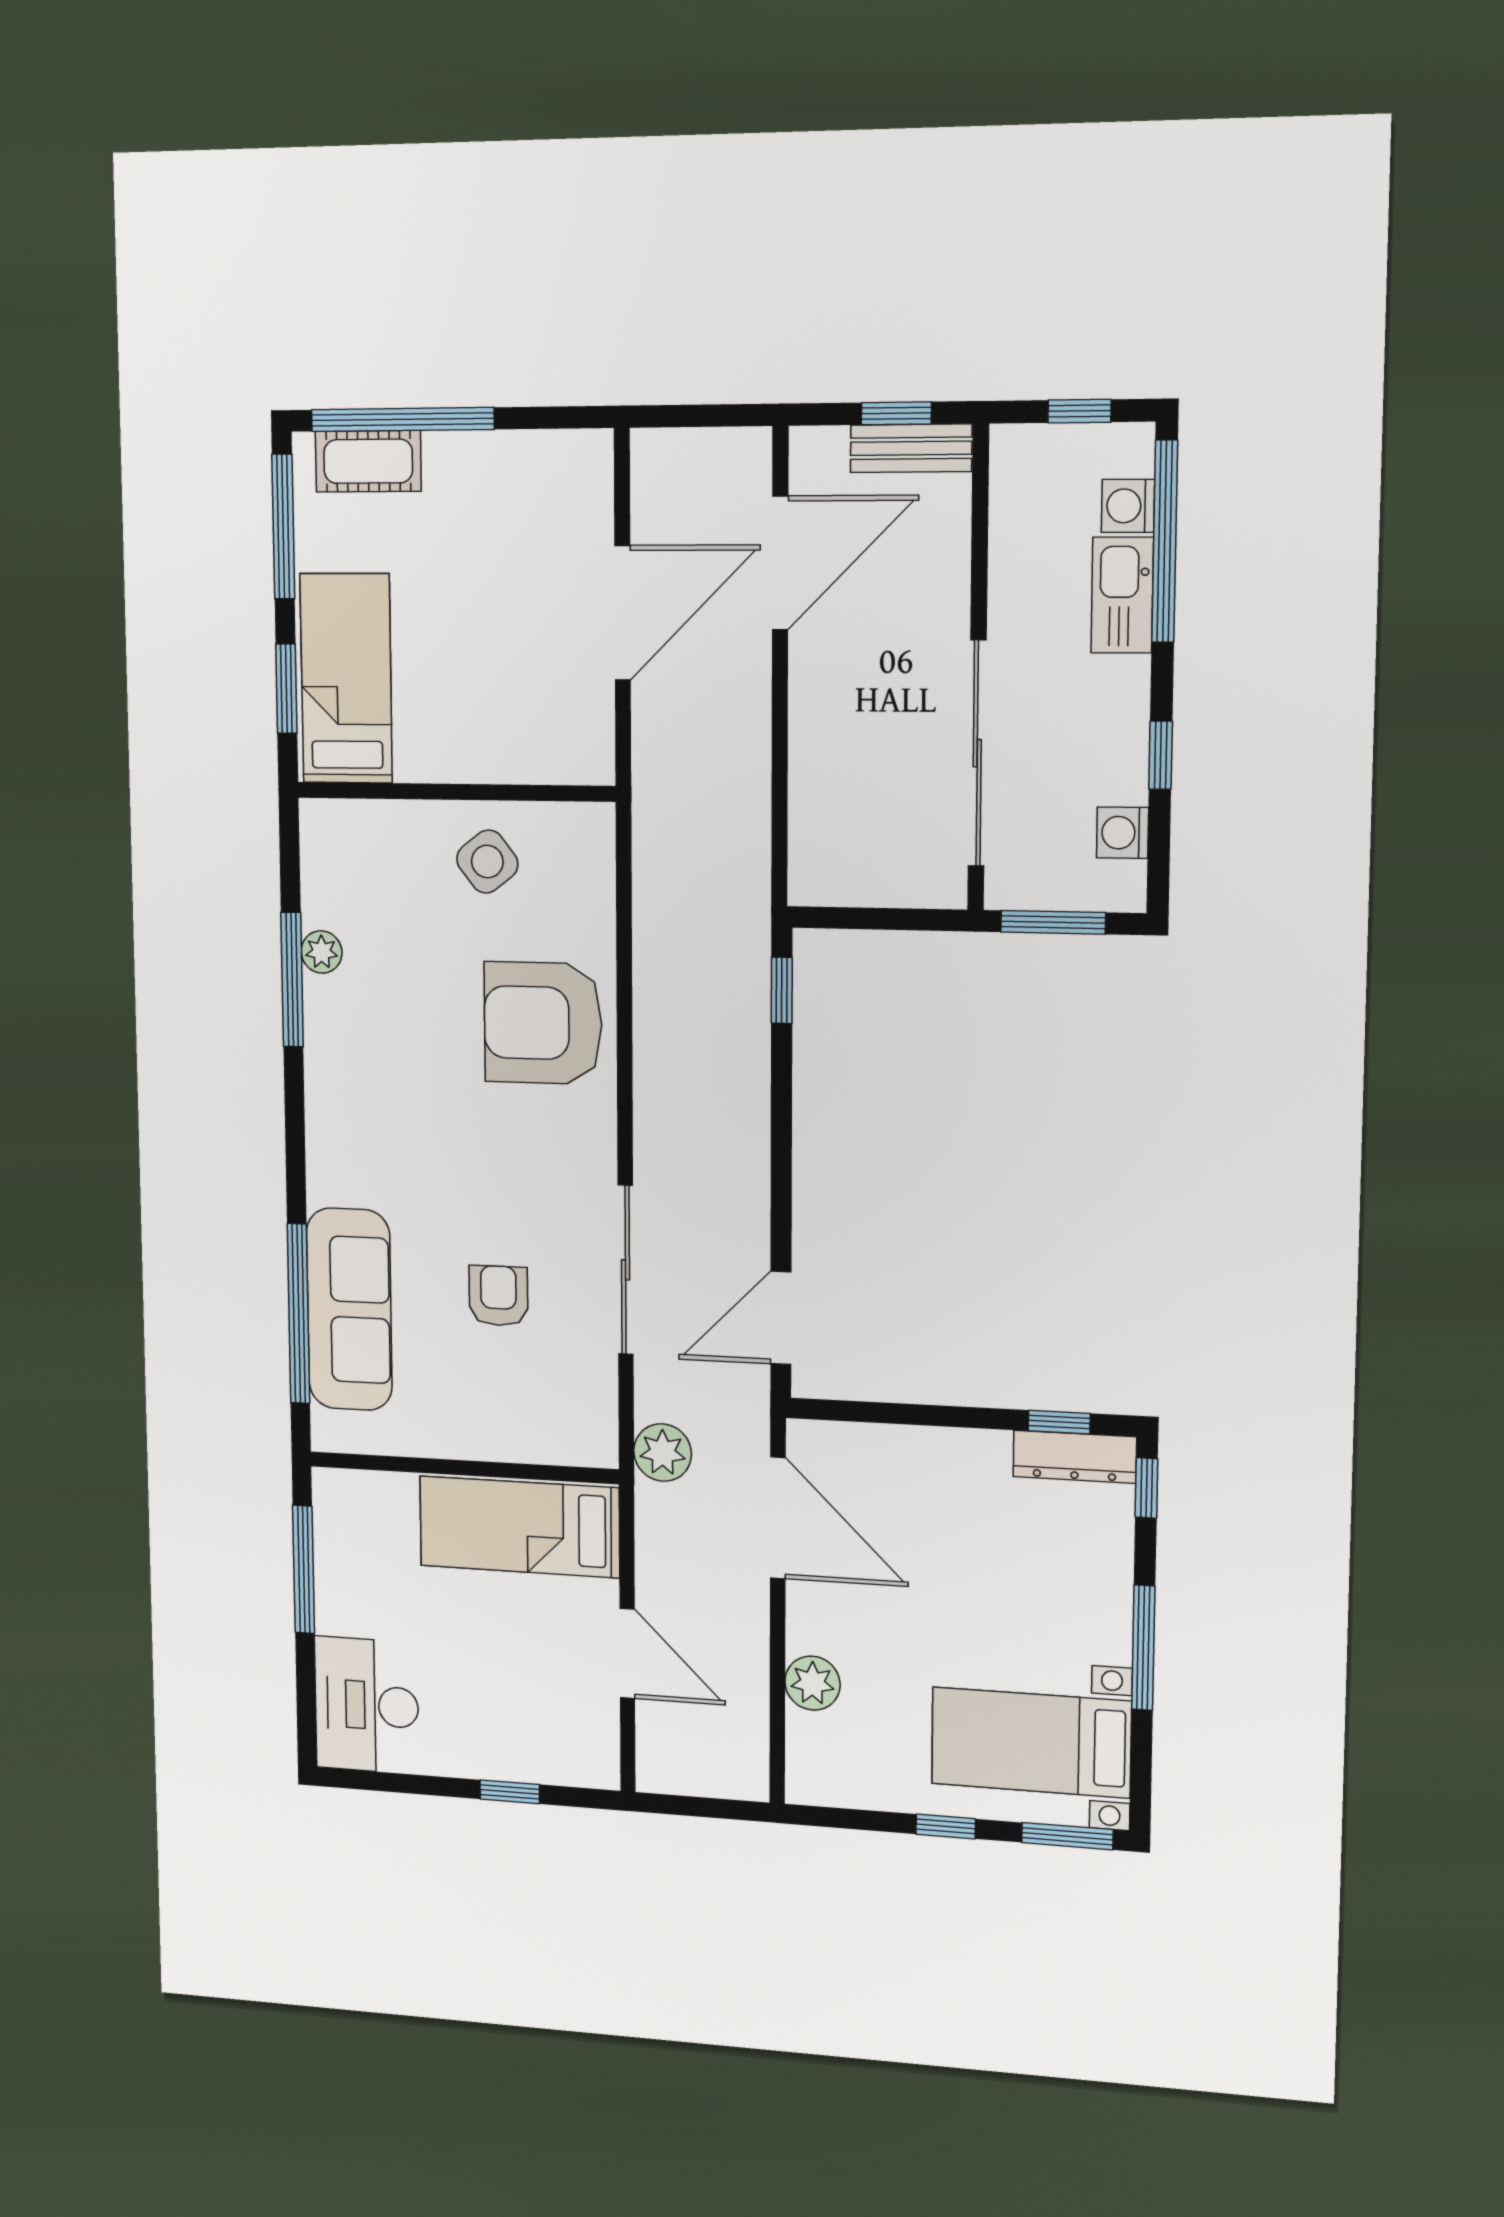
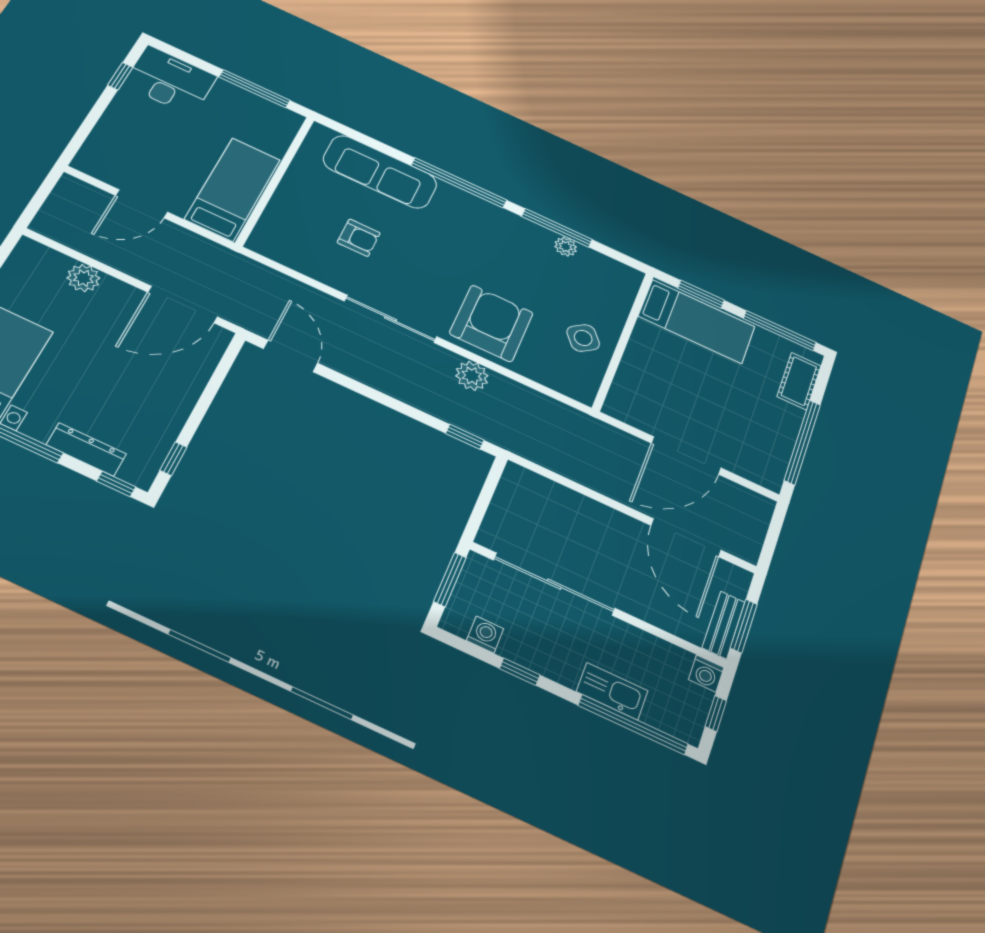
window: (896, 413) -> (744, 626), width x1.50
window: (402, 419) -> (802, 442), moved
washing machine: (1128, 506) -> (706, 673), moved, turned 180
door: (623, 613) -> (686, 455), hinge flipped
sliding door: (626, 1270) -> (391, 319), moved
window: (299, 1314) -> (459, 183), moved
plant: (663, 1453) -> (472, 376), moved
dresser: (1075, 1457) -> (86, 449), moved, turned 90
window: (510, 1792) -> (120, 76), moved

